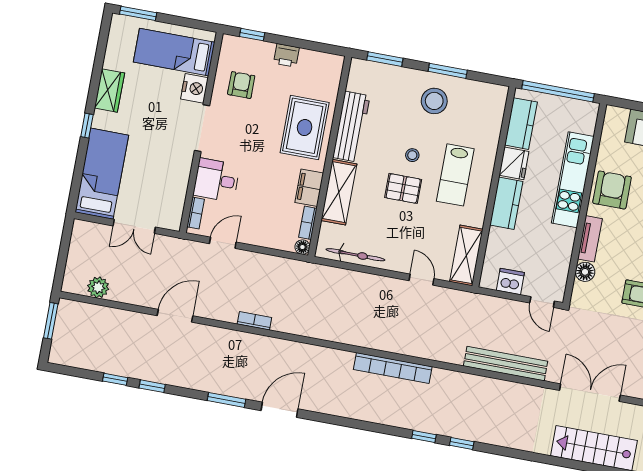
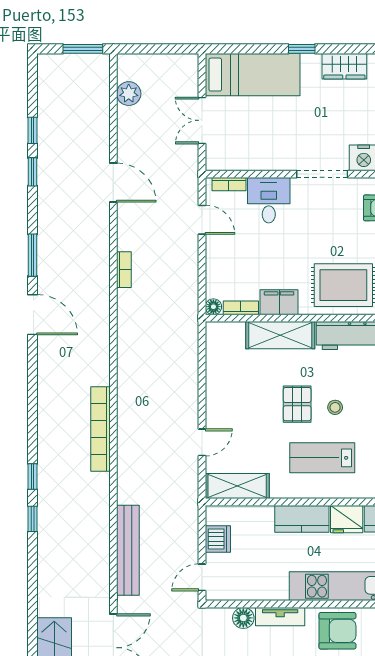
bicycle: (355, 255) -> (216, 366), removed

